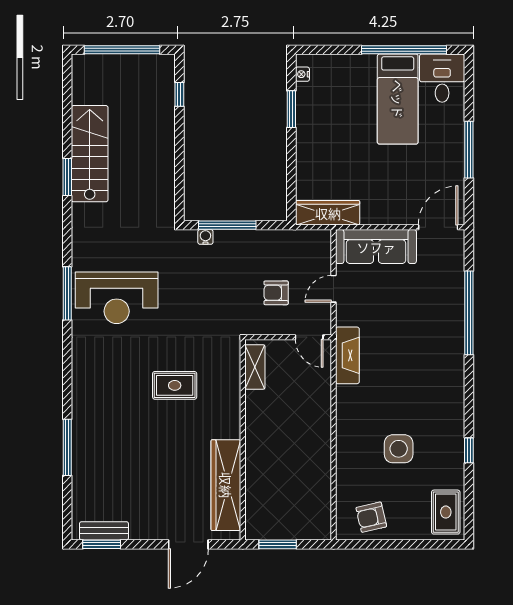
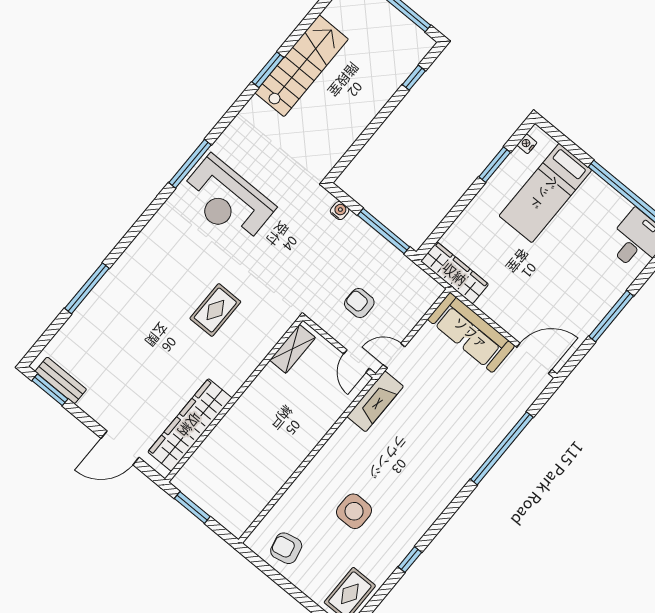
bed: (398, 99) -> (545, 193), moved
window: (227, 225) -> (384, 231), moved
door: (334, 289) -> (394, 356), moved
rug: (175, 385) -> (215, 310), turned 90

